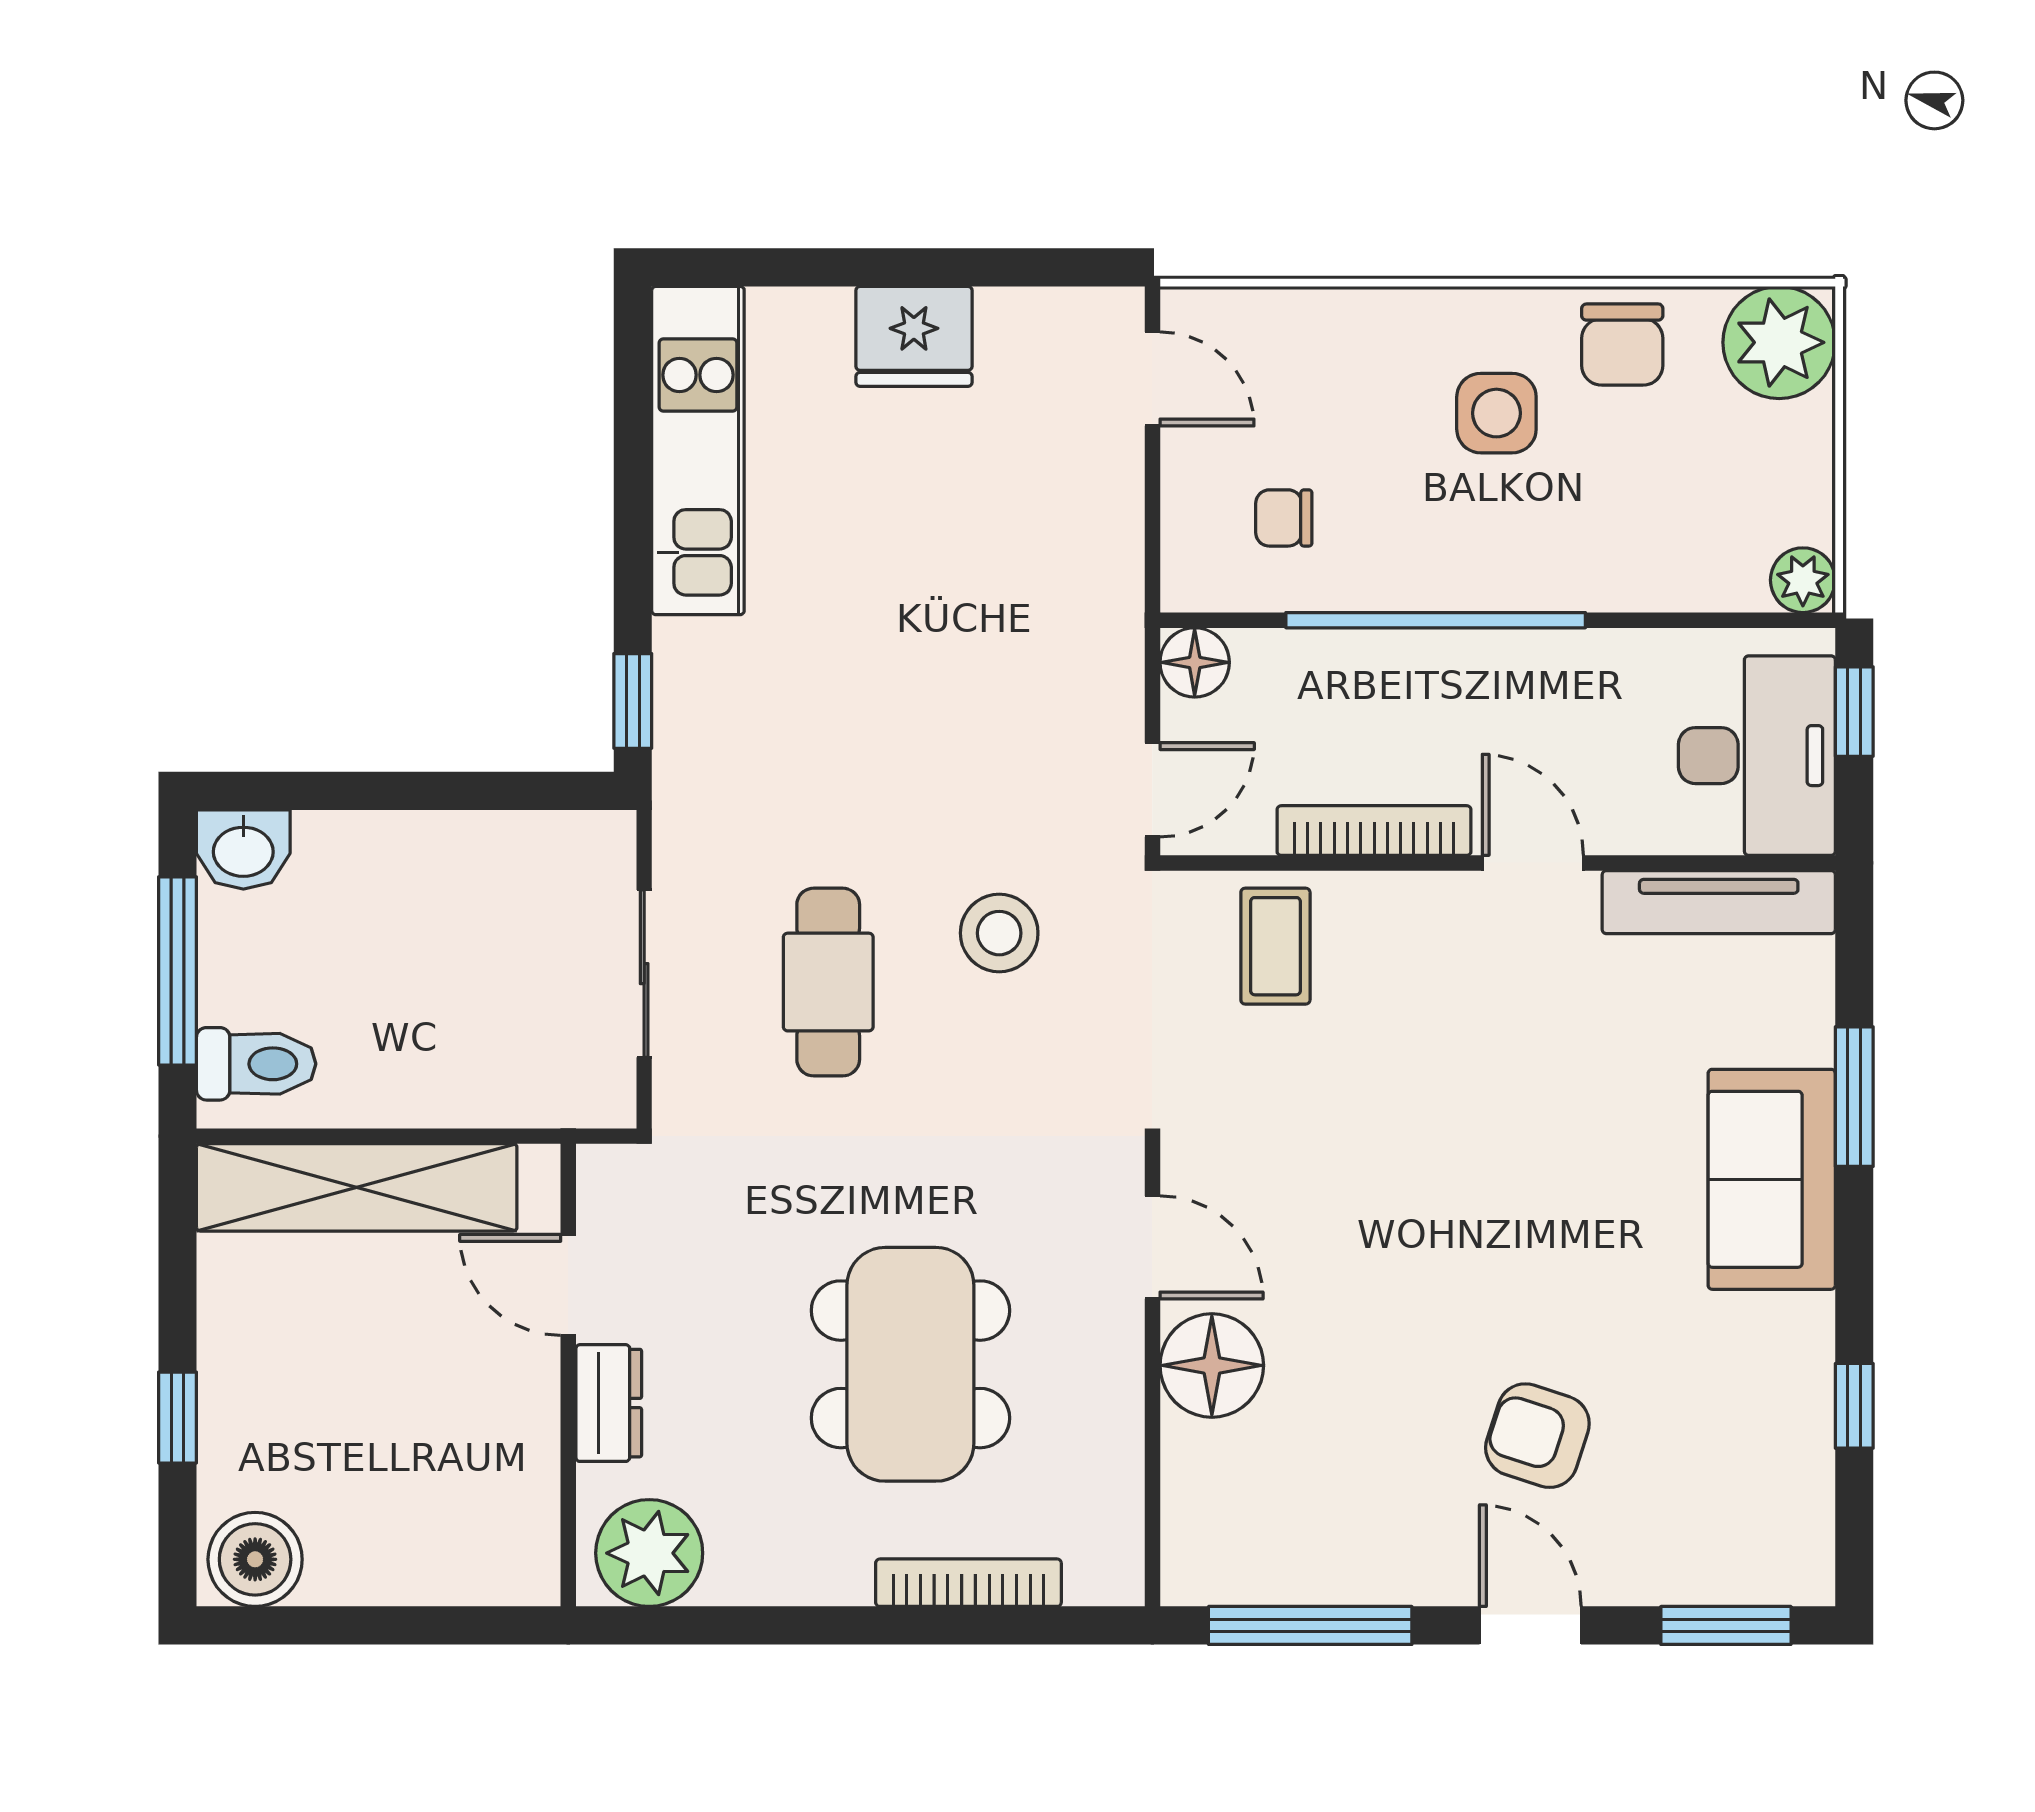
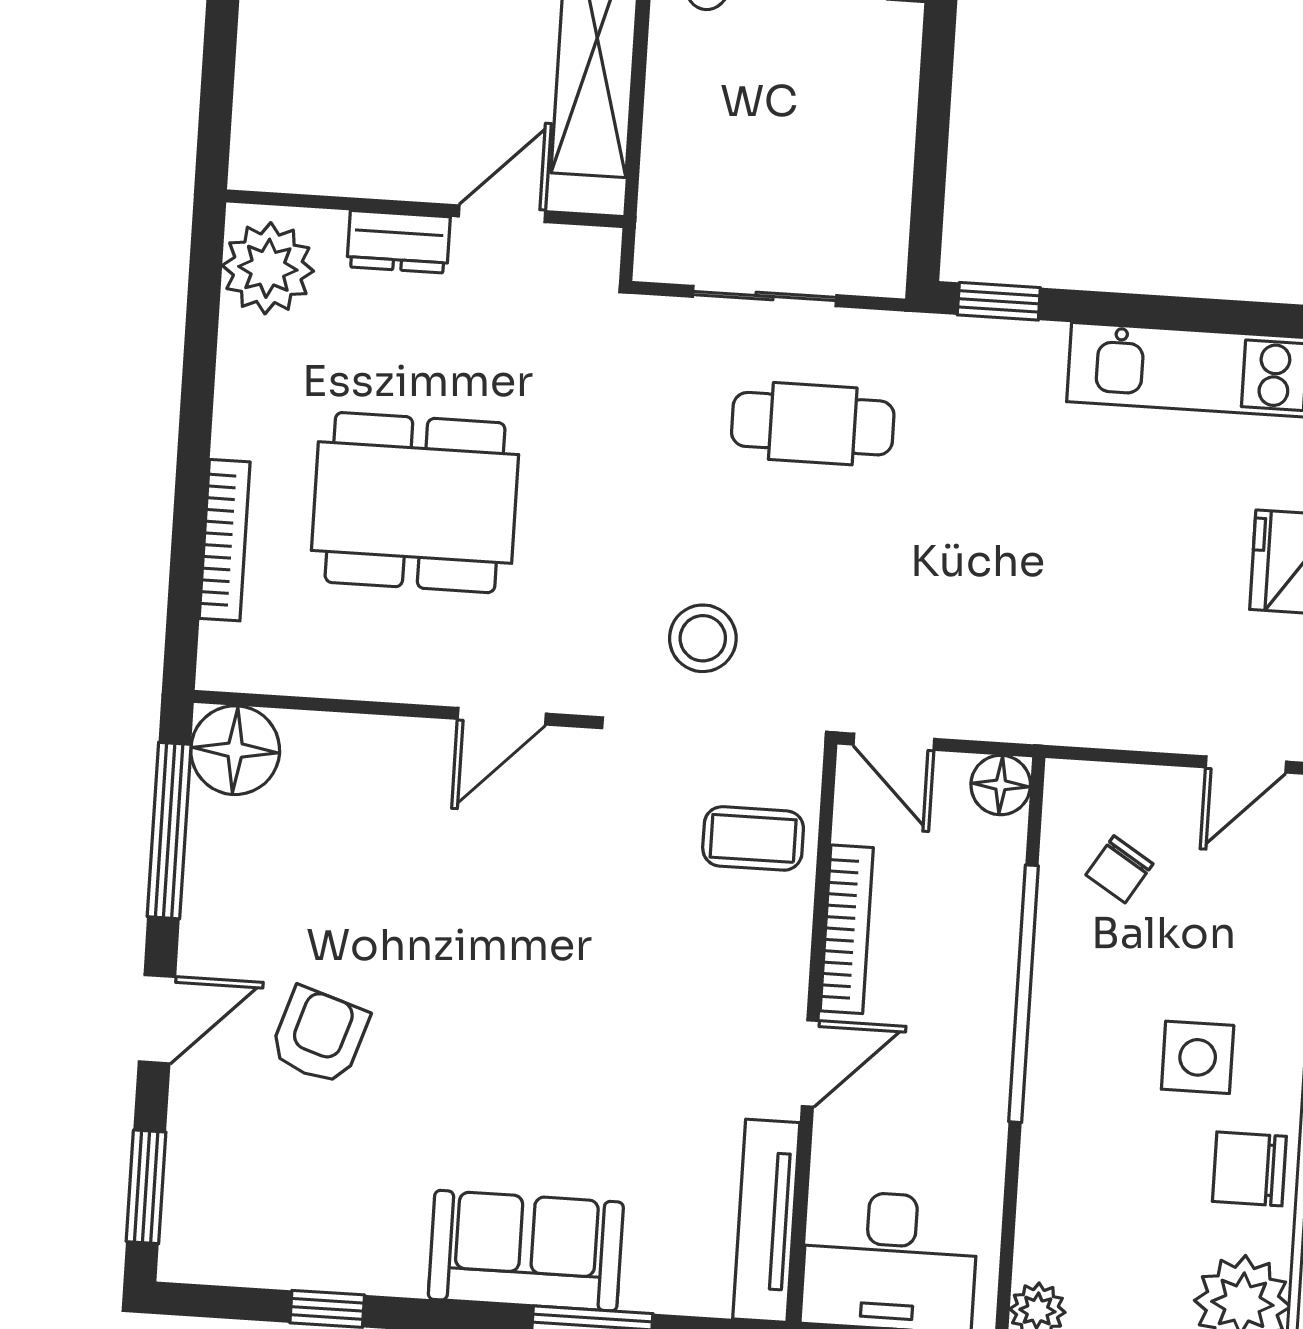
chair: (1284, 518) -> (1119, 869), turned -148
stool: (999, 933) -> (703, 638), moved
cafe table: (828, 982) -> (813, 424), moved
floor lamp: (1212, 1365) -> (235, 750), moved

